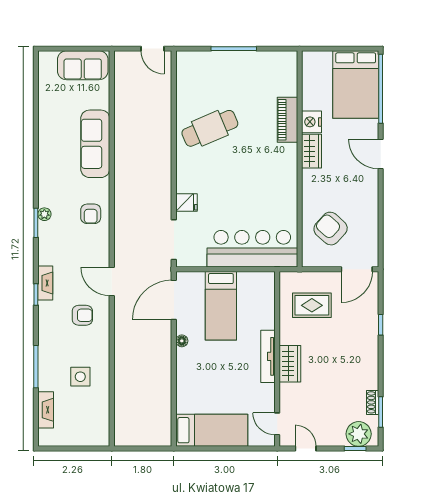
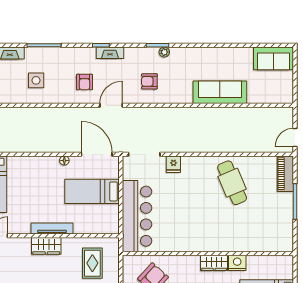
sofa: (83, 65) -> (274, 58), moved, turned -90
piano: (287, 120) -> (285, 174), moved, turned -90
armchair: (91, 214) -> (149, 81), moved

